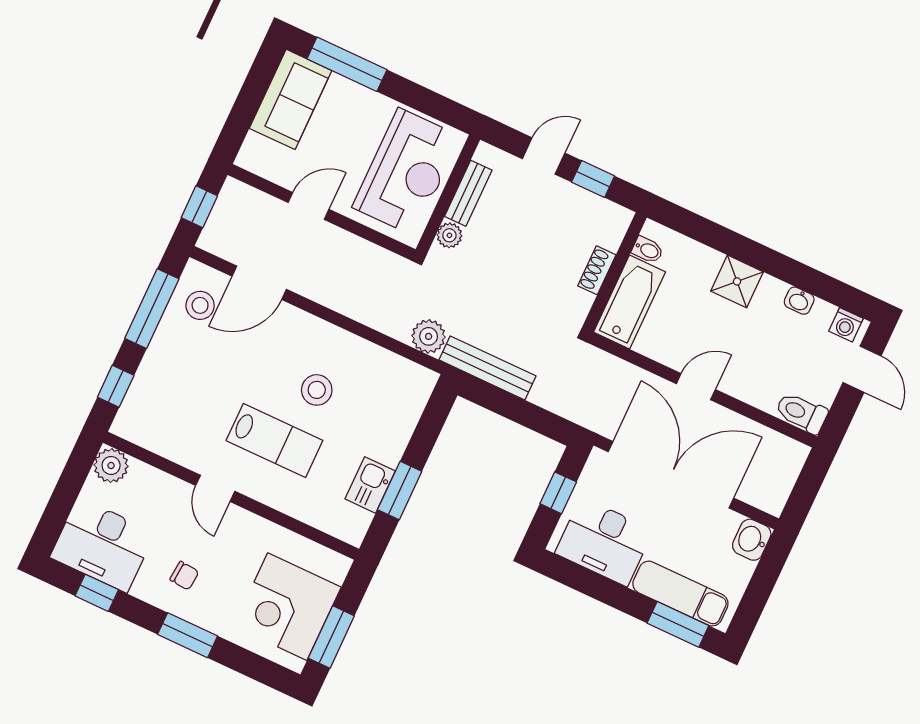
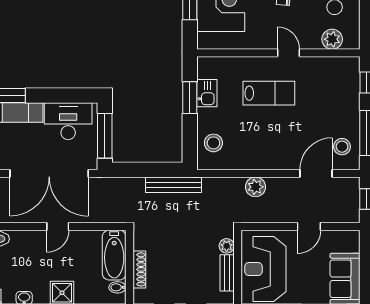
shoe rack: (597, 270) -> (139, 269), width x1.43
plant: (429, 336) -> (256, 187), moved
stool: (317, 390) -> (213, 143), moved
lab bench: (274, 441) -> (269, 93), turned 180
plant: (111, 466) -> (332, 39), moved
window: (558, 493) -> (105, 136), width x2.17

